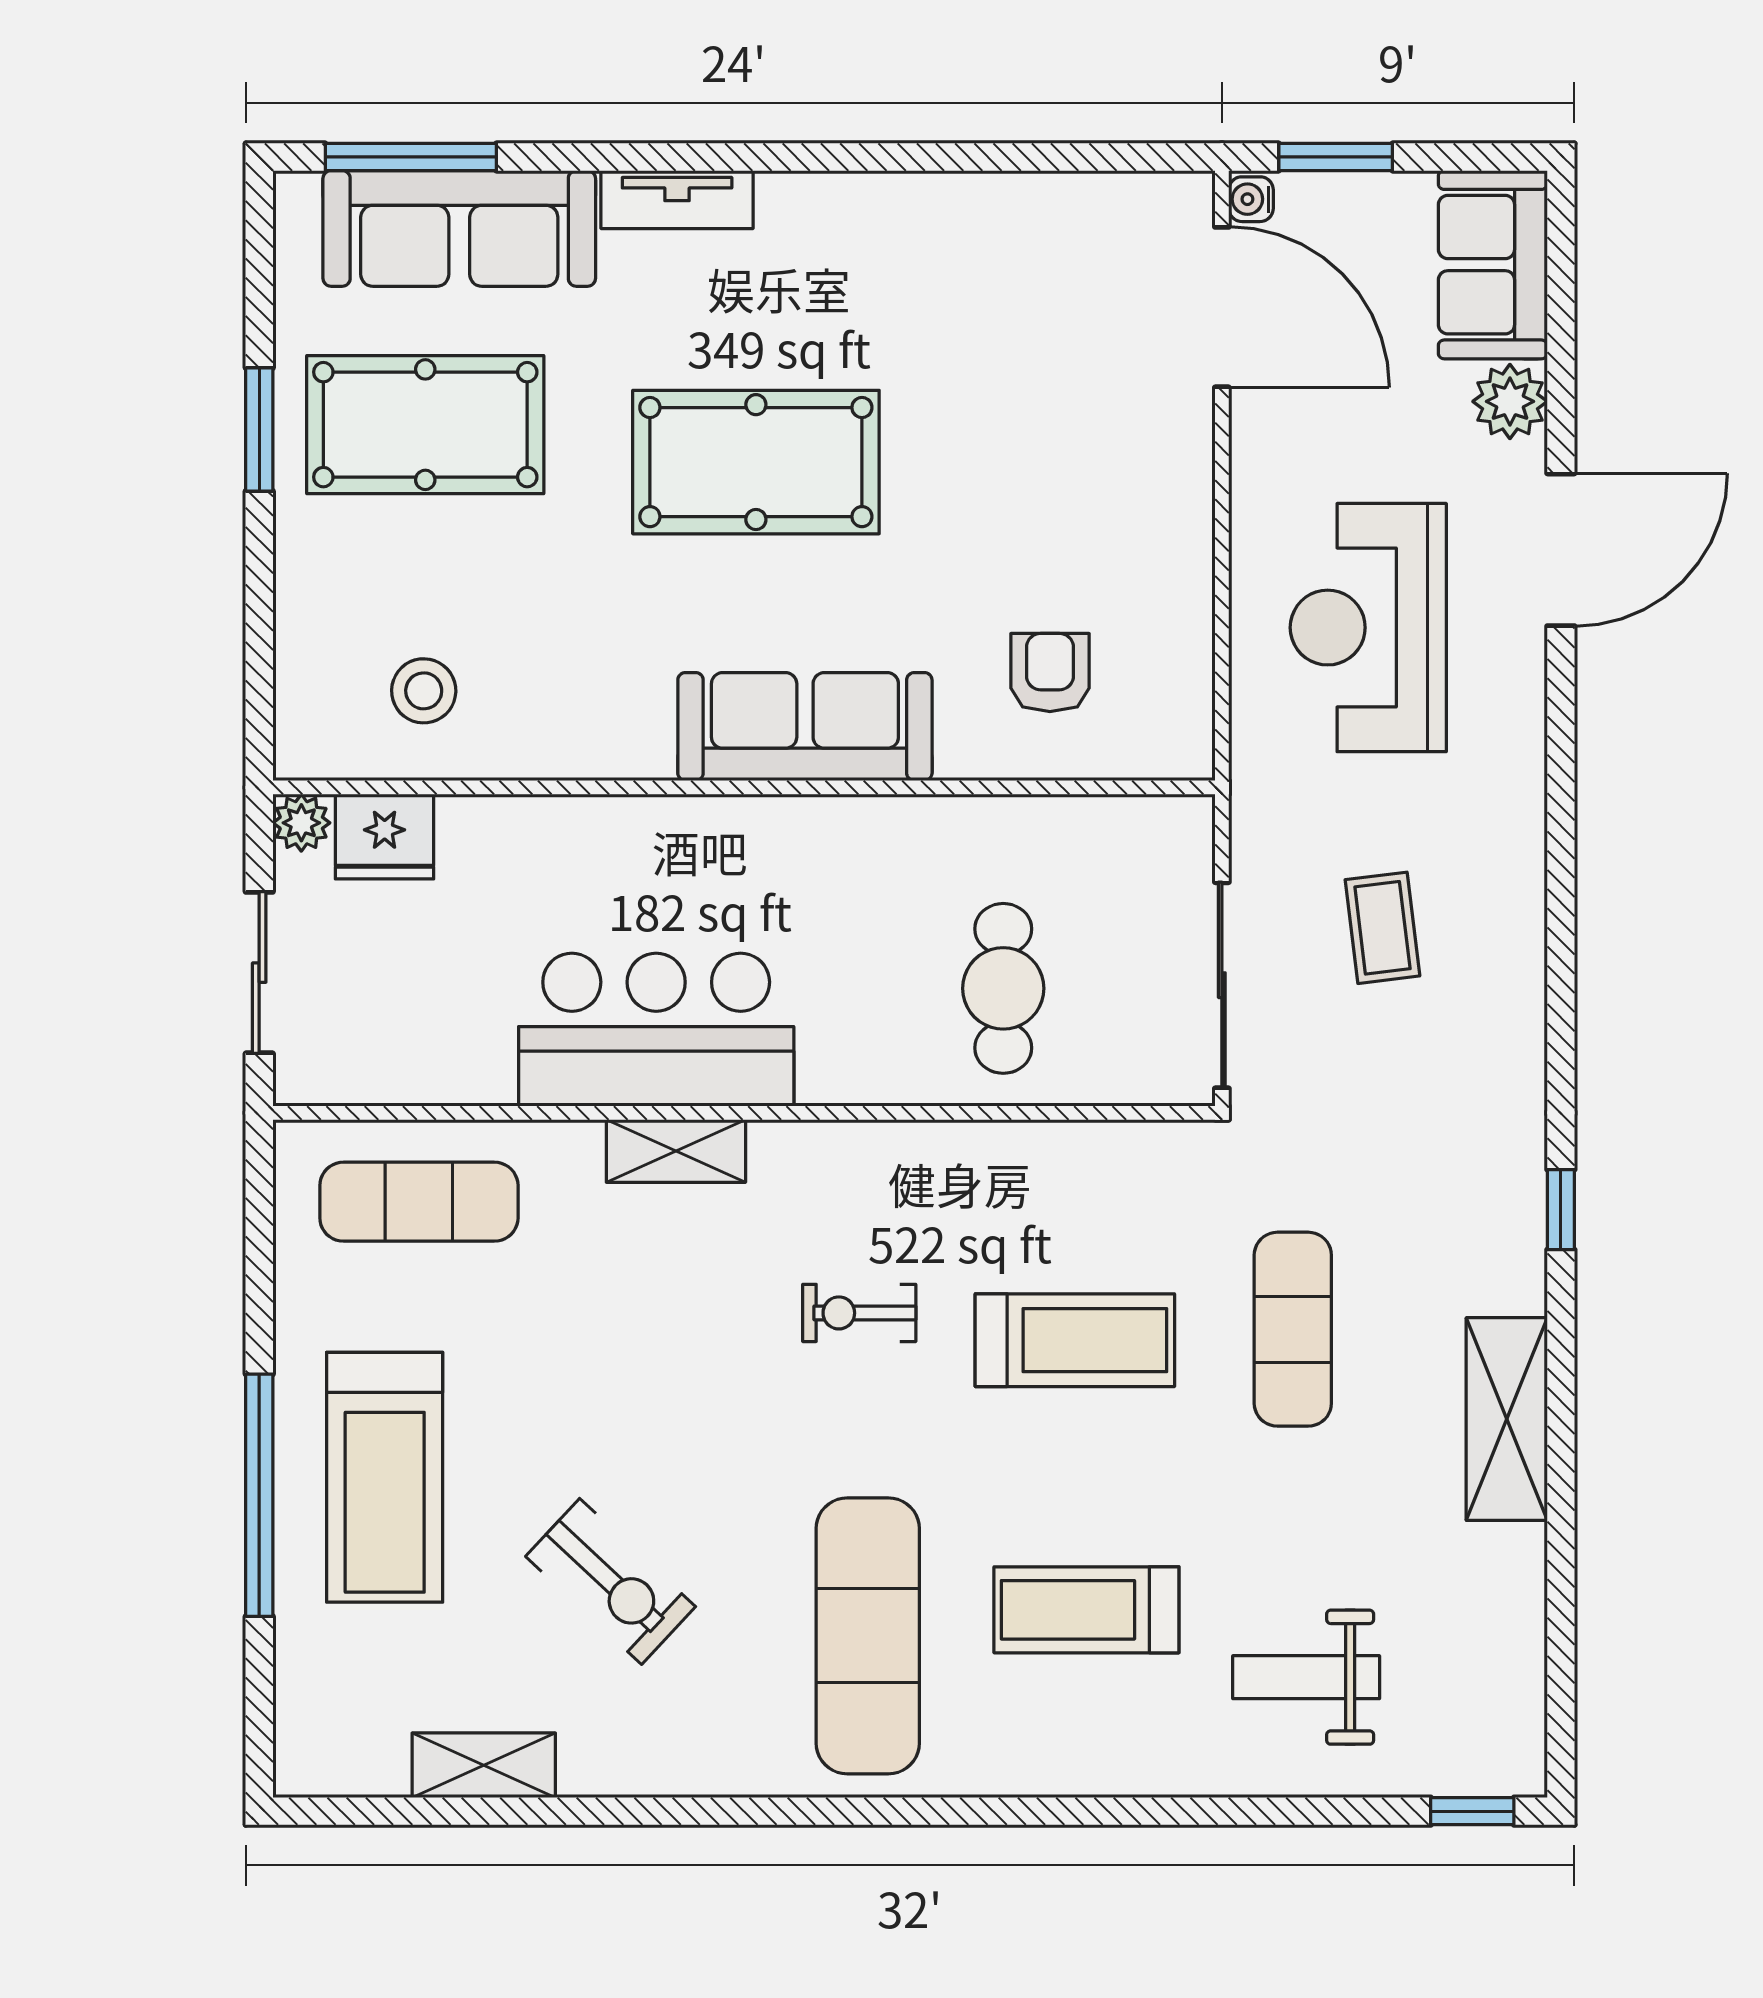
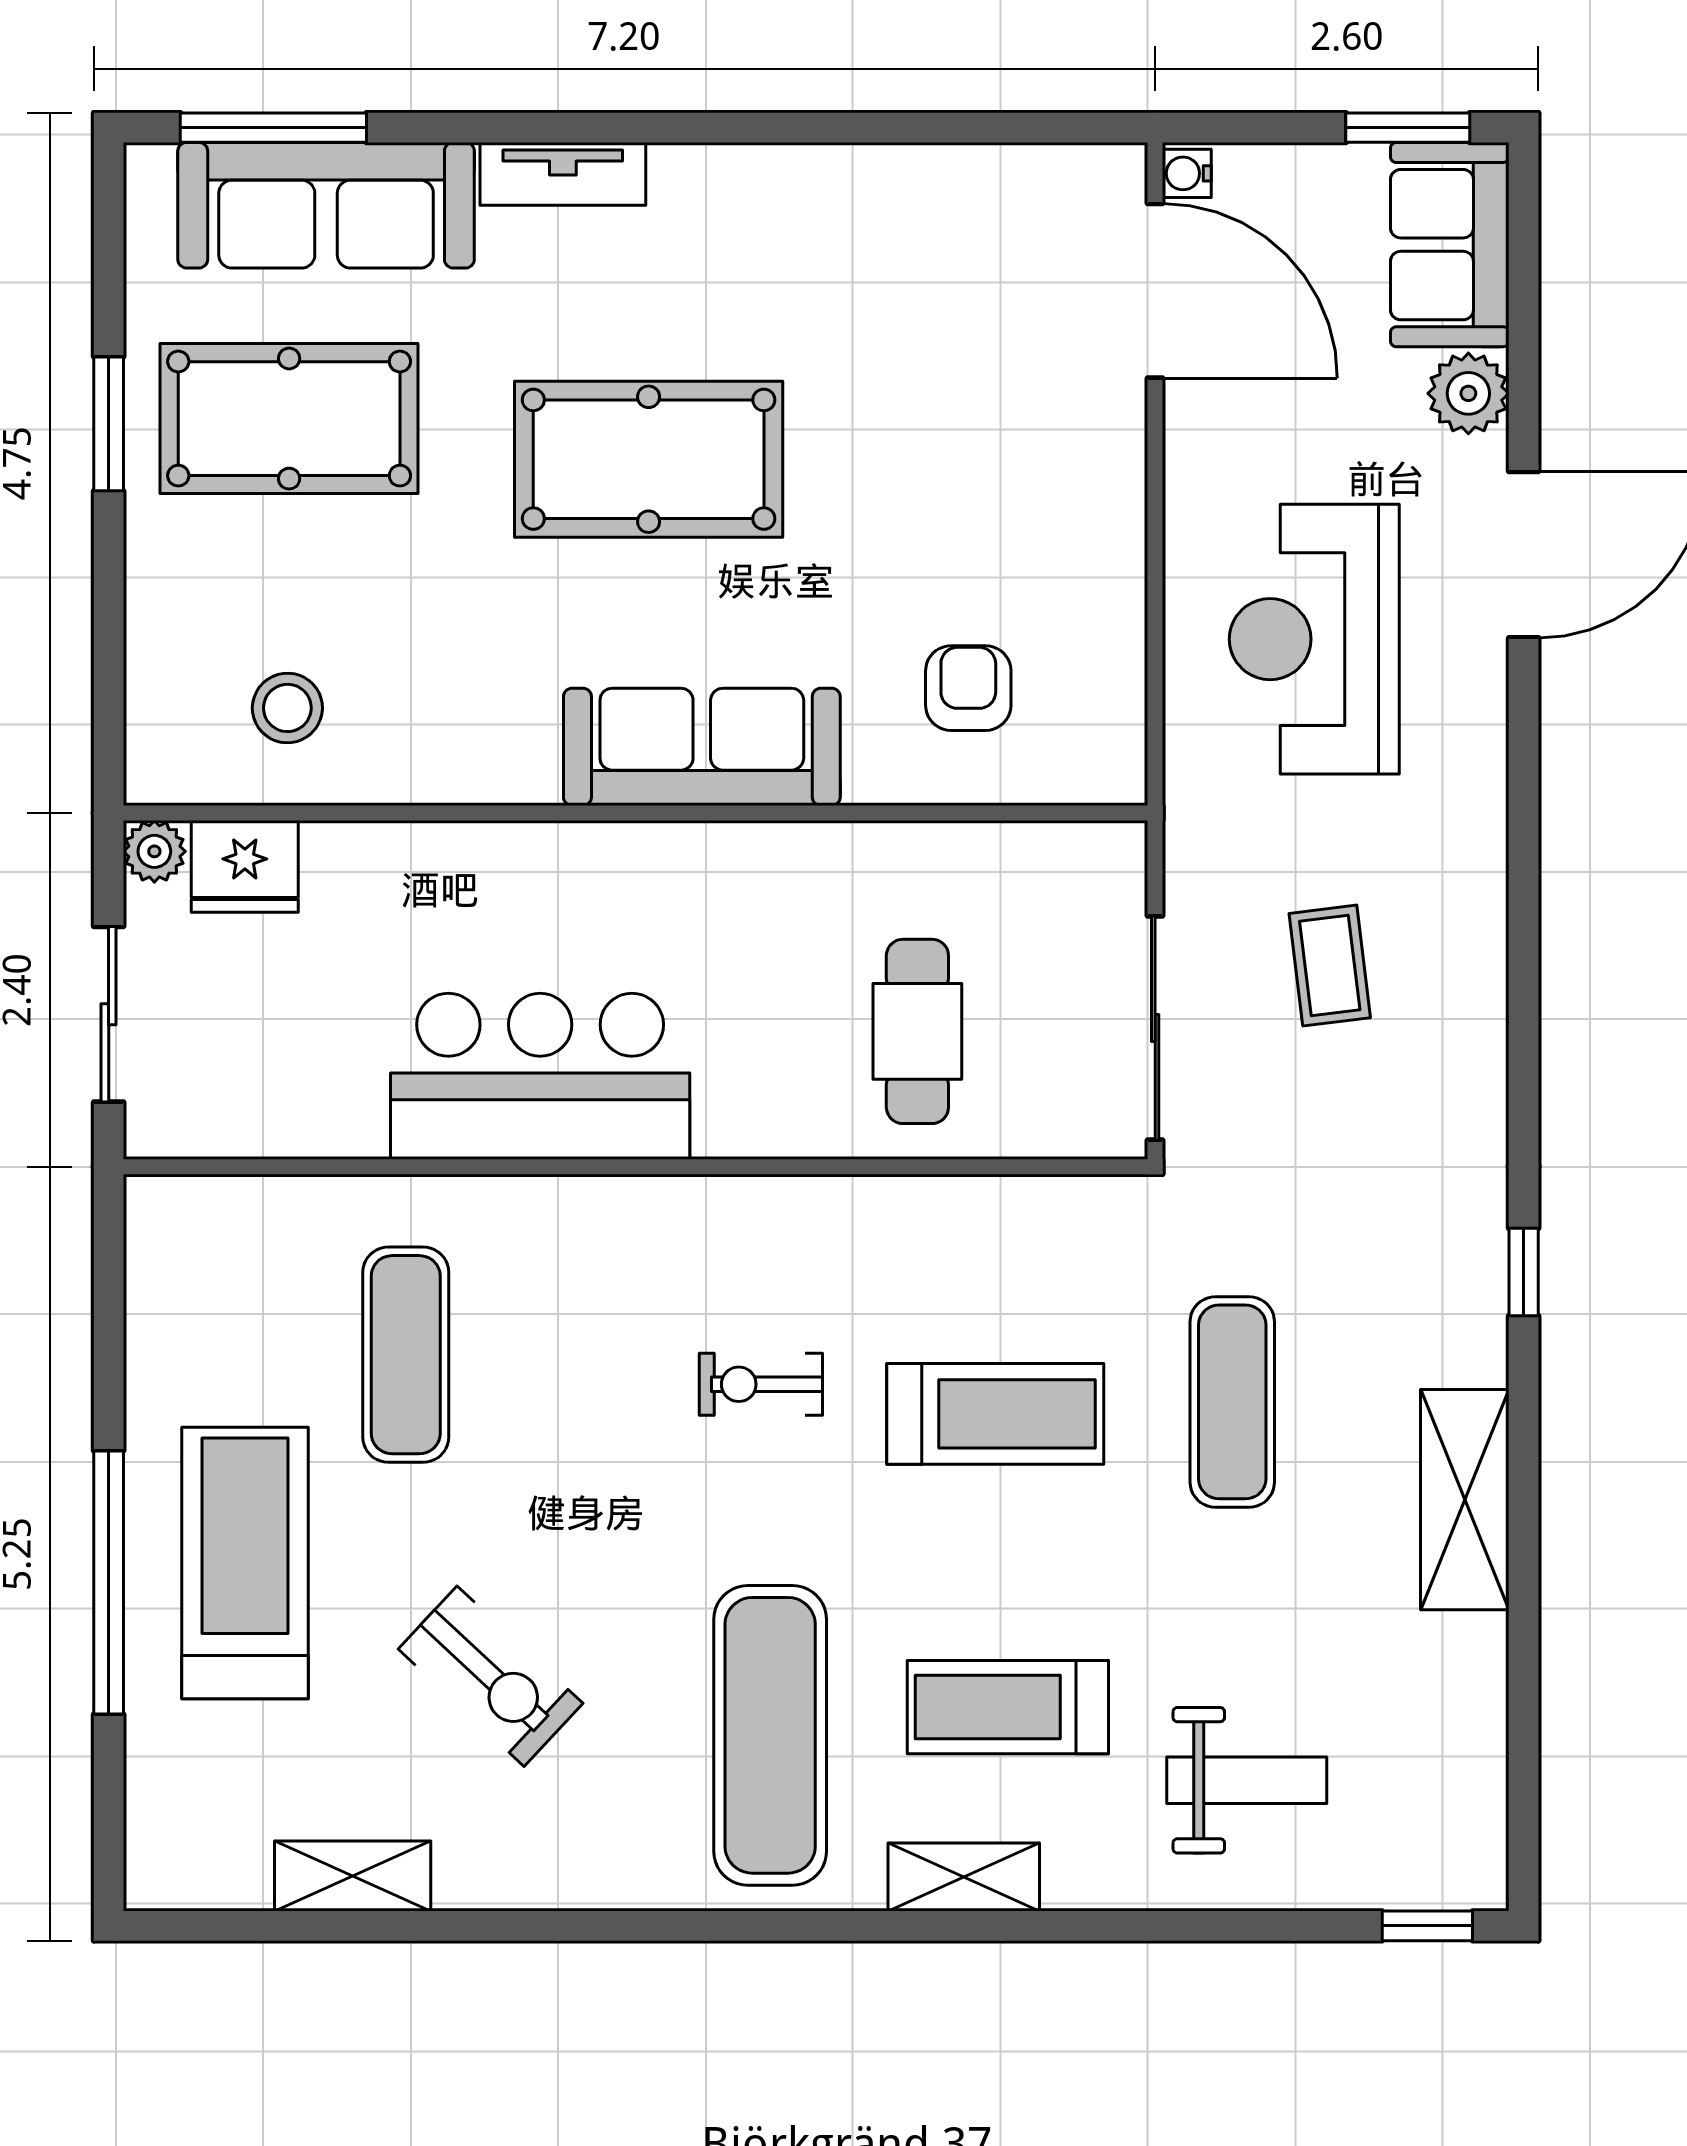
window: (1336, 157) -> (1408, 128), moved
shelving: (676, 1151) -> (964, 1877), moved
exercise mat: (419, 1202) -> (406, 1355), moved, turned 90
treadmill: (385, 1477) -> (245, 1563), turned 180
weight bench: (1306, 1677) -> (1247, 1780), turned 180

